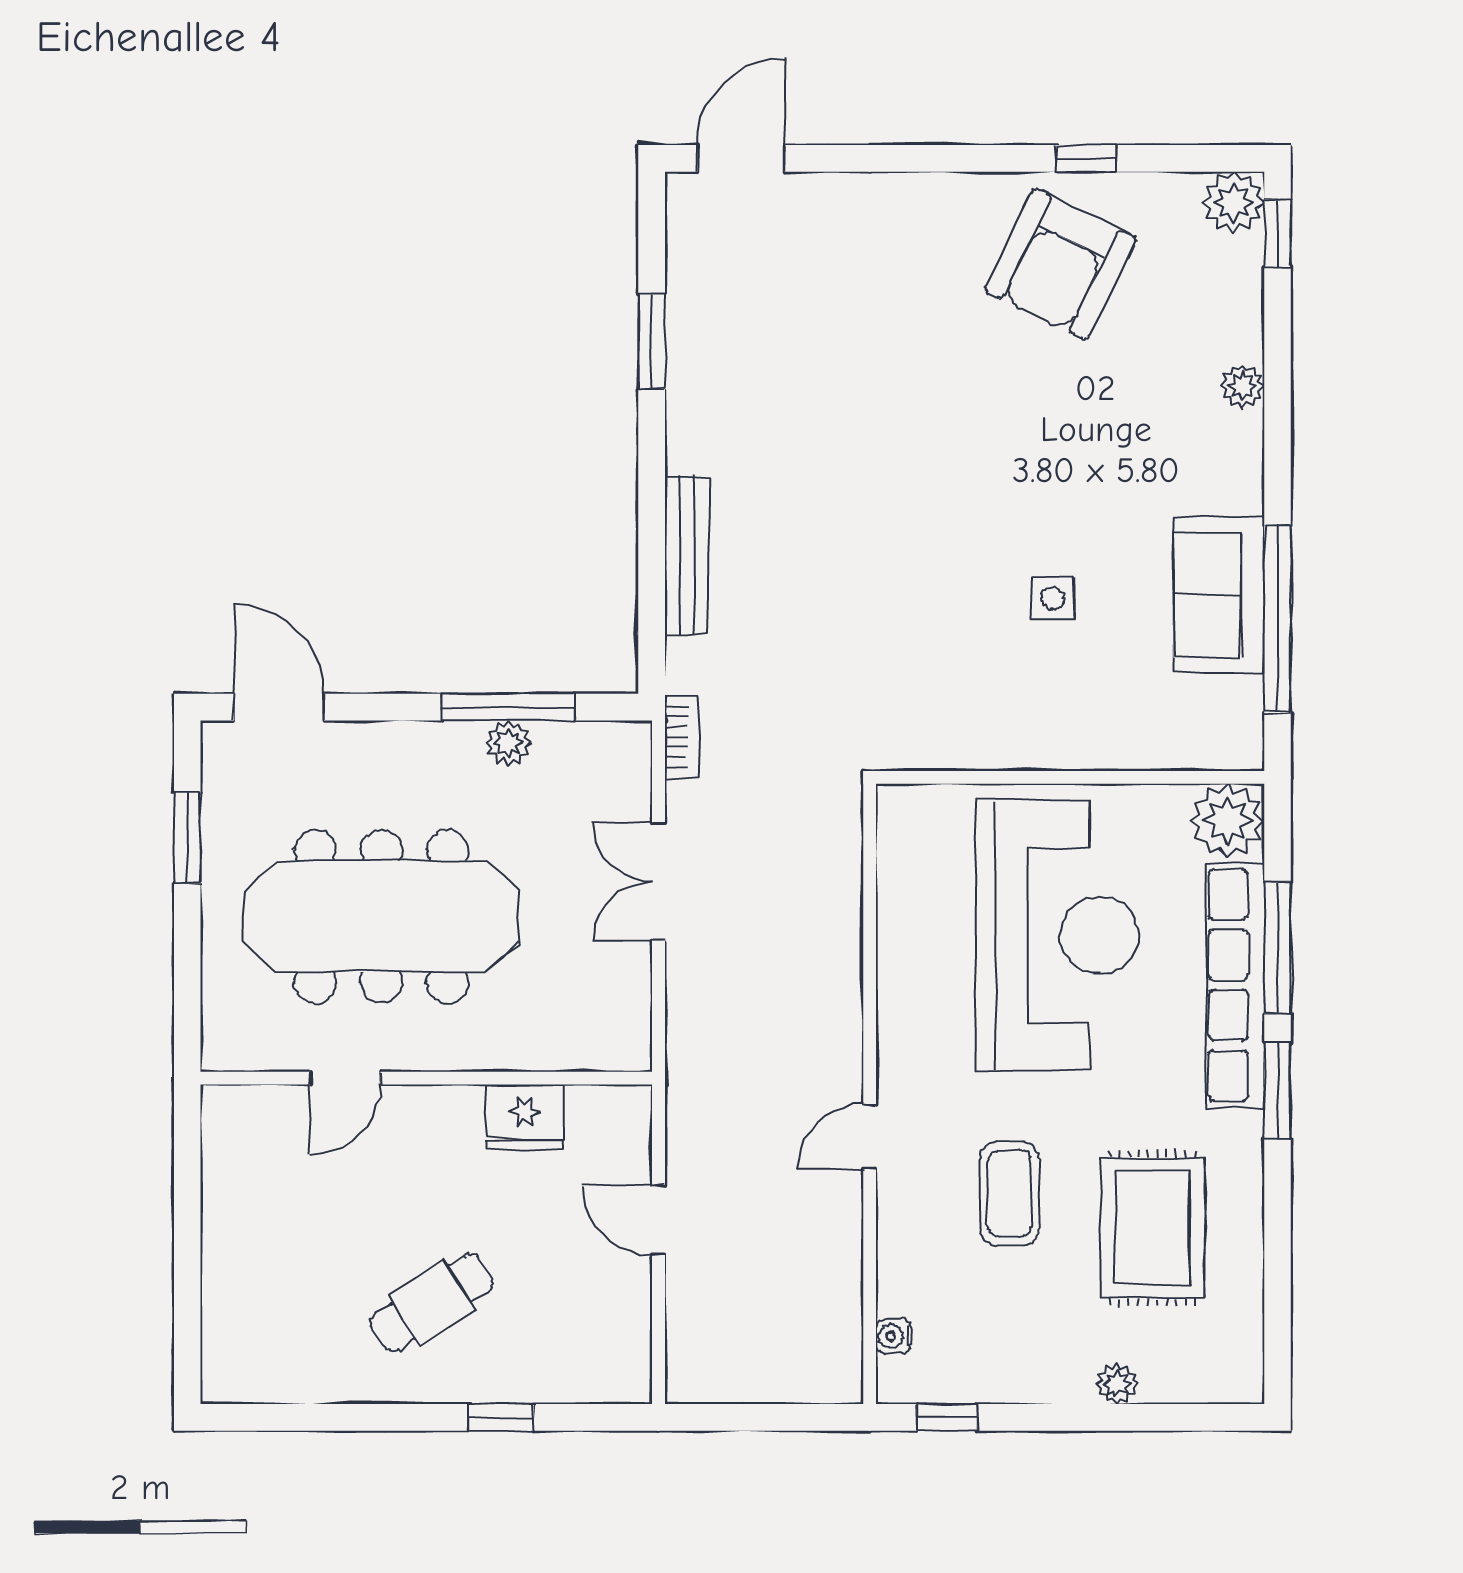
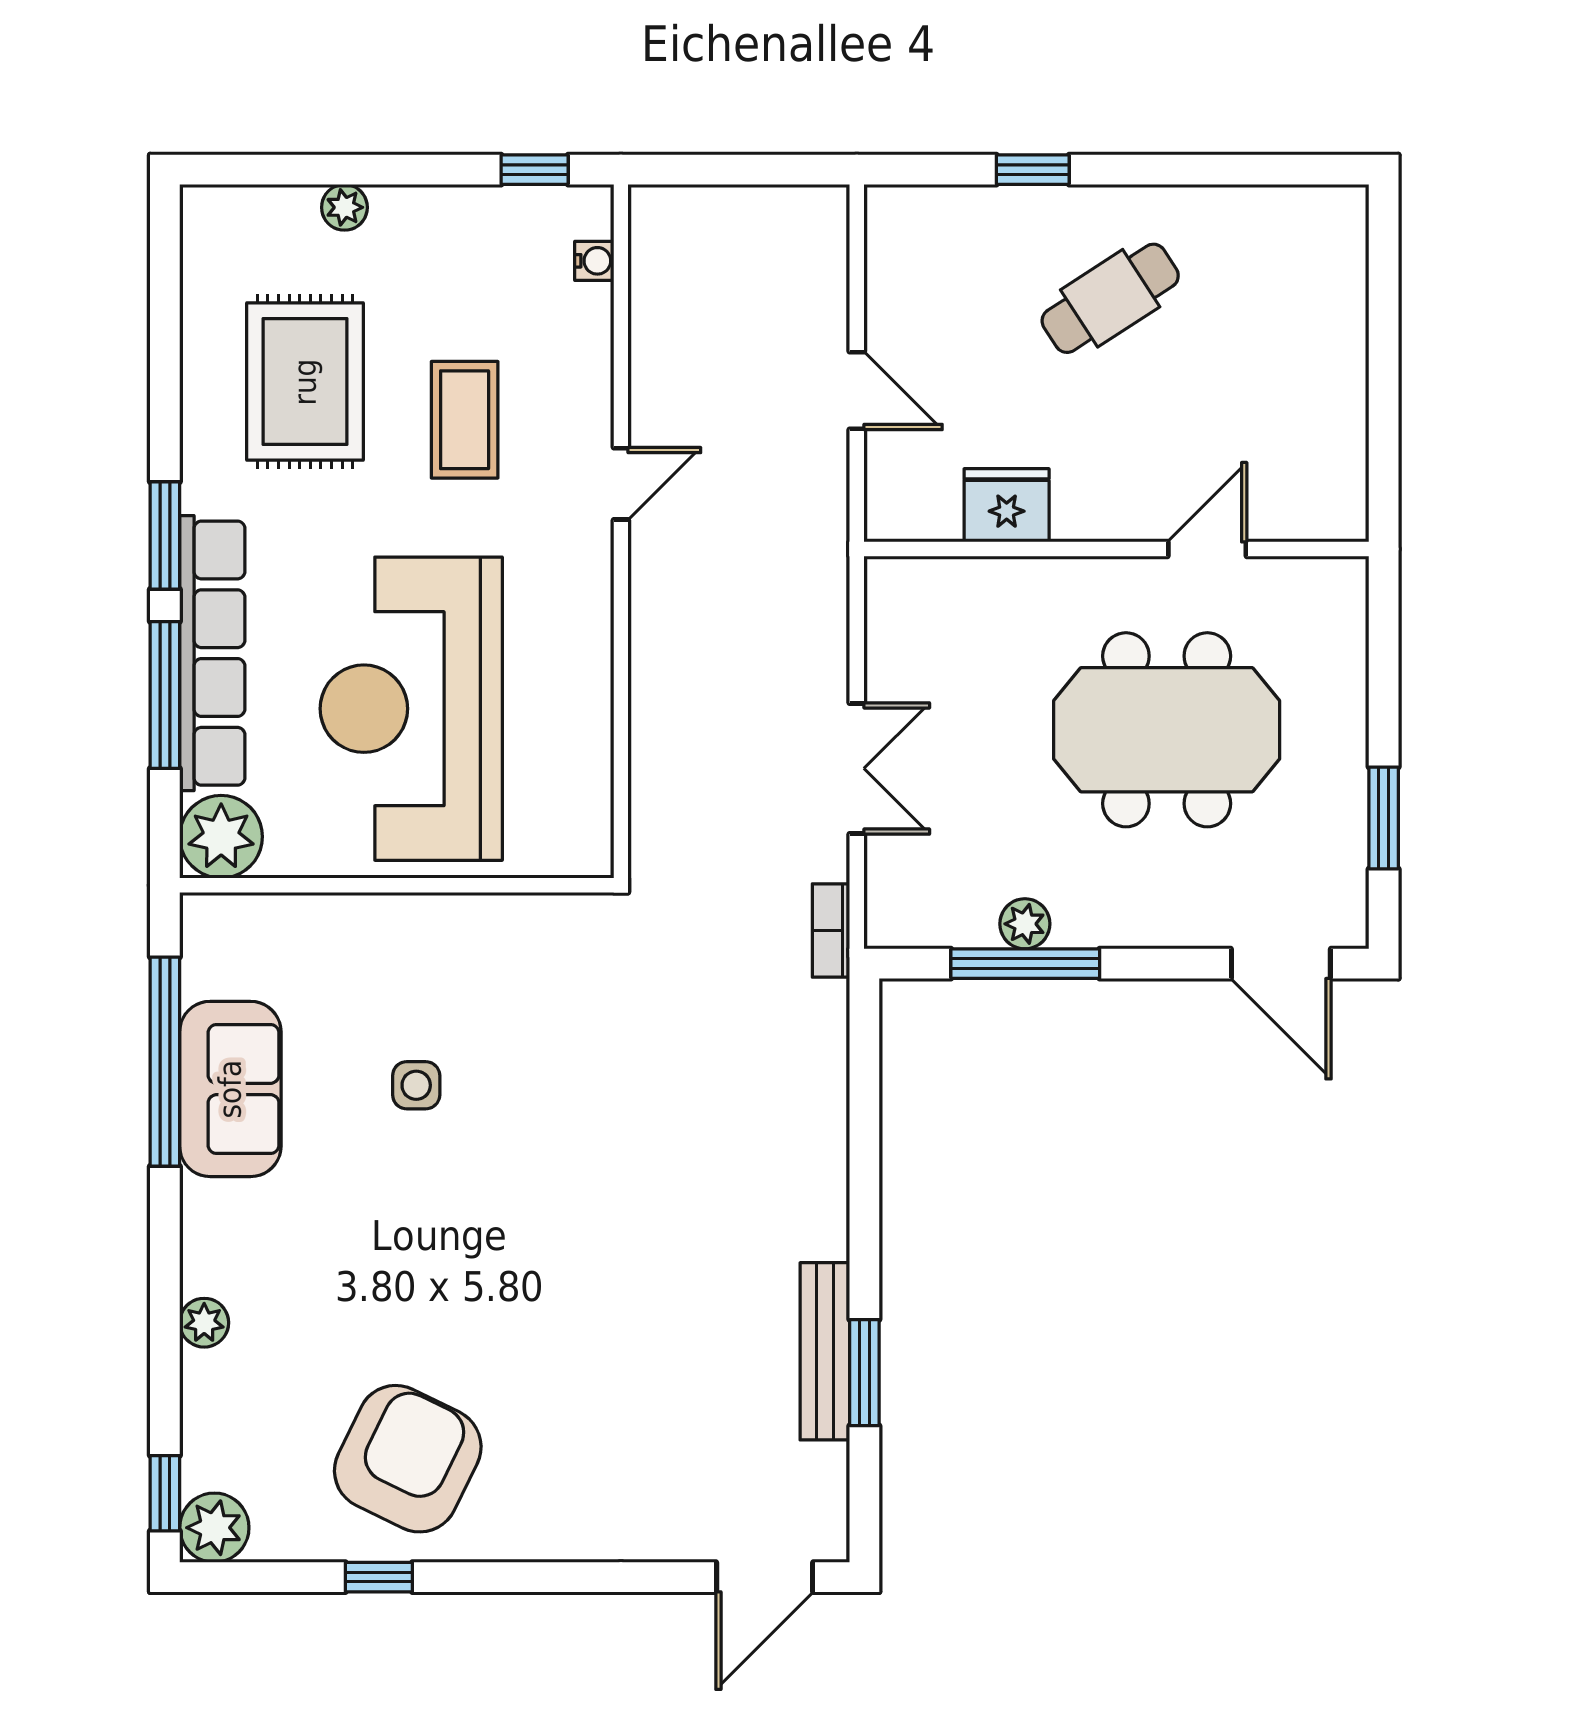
bench: (687, 556) -> (825, 1351), moved
meeting table: (381, 916) -> (1167, 730), width x0.73

